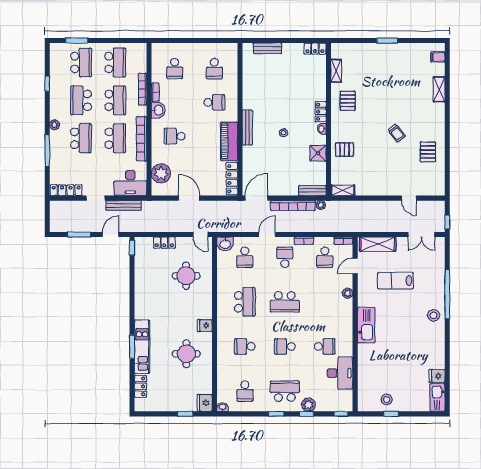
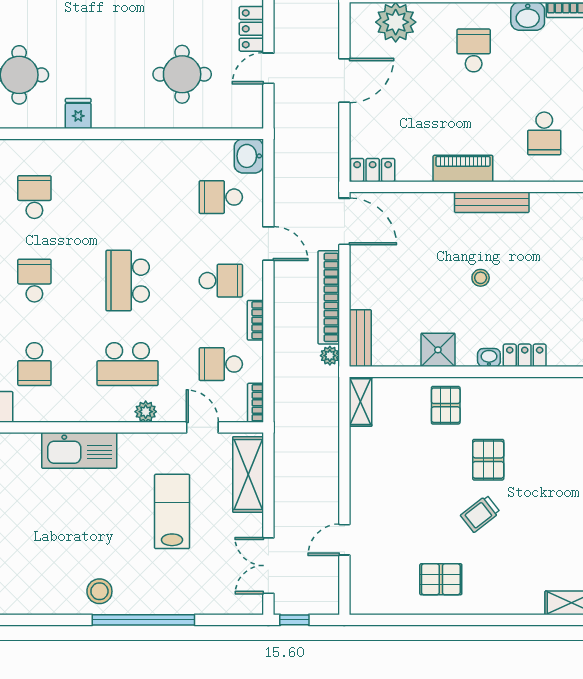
pallet: (348, 101) -> (488, 460), moved, turned 90
piano: (229, 141) -> (463, 169), width x0.73, depth x0.75
locker: (232, 179) -> (373, 170), width x0.66
door: (200, 234) -> (268, 68), moved
school desk: (245, 302) -> (128, 364), moved

